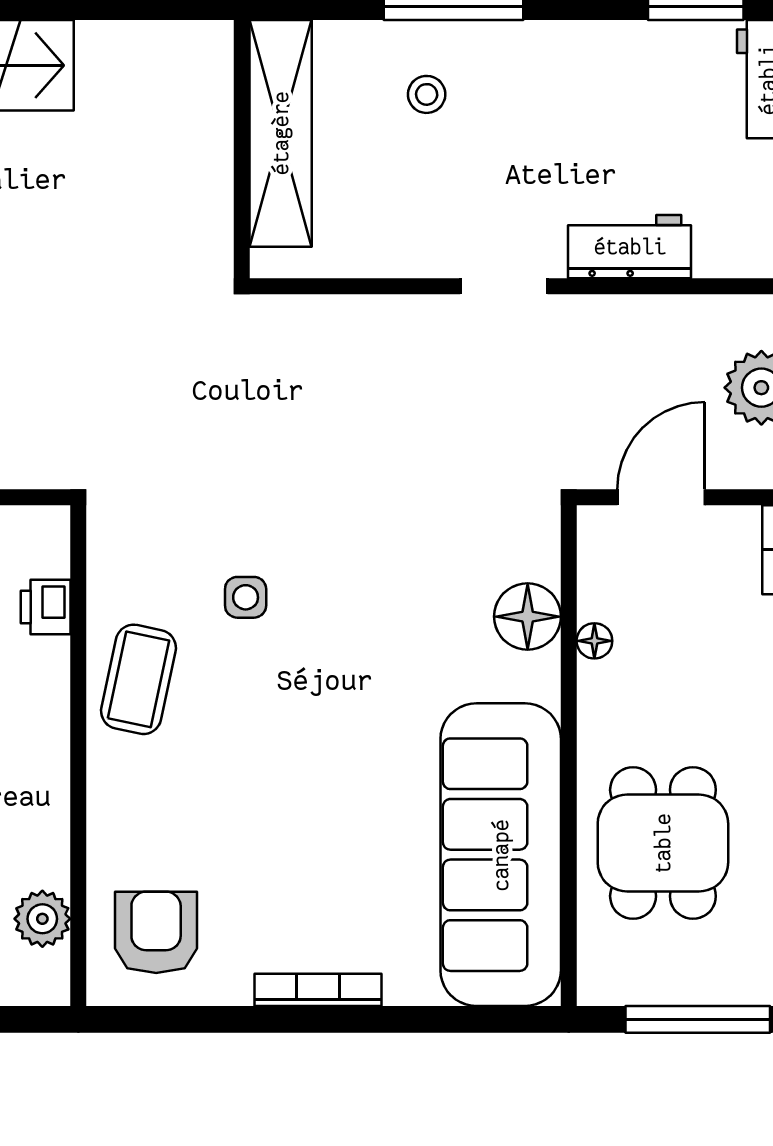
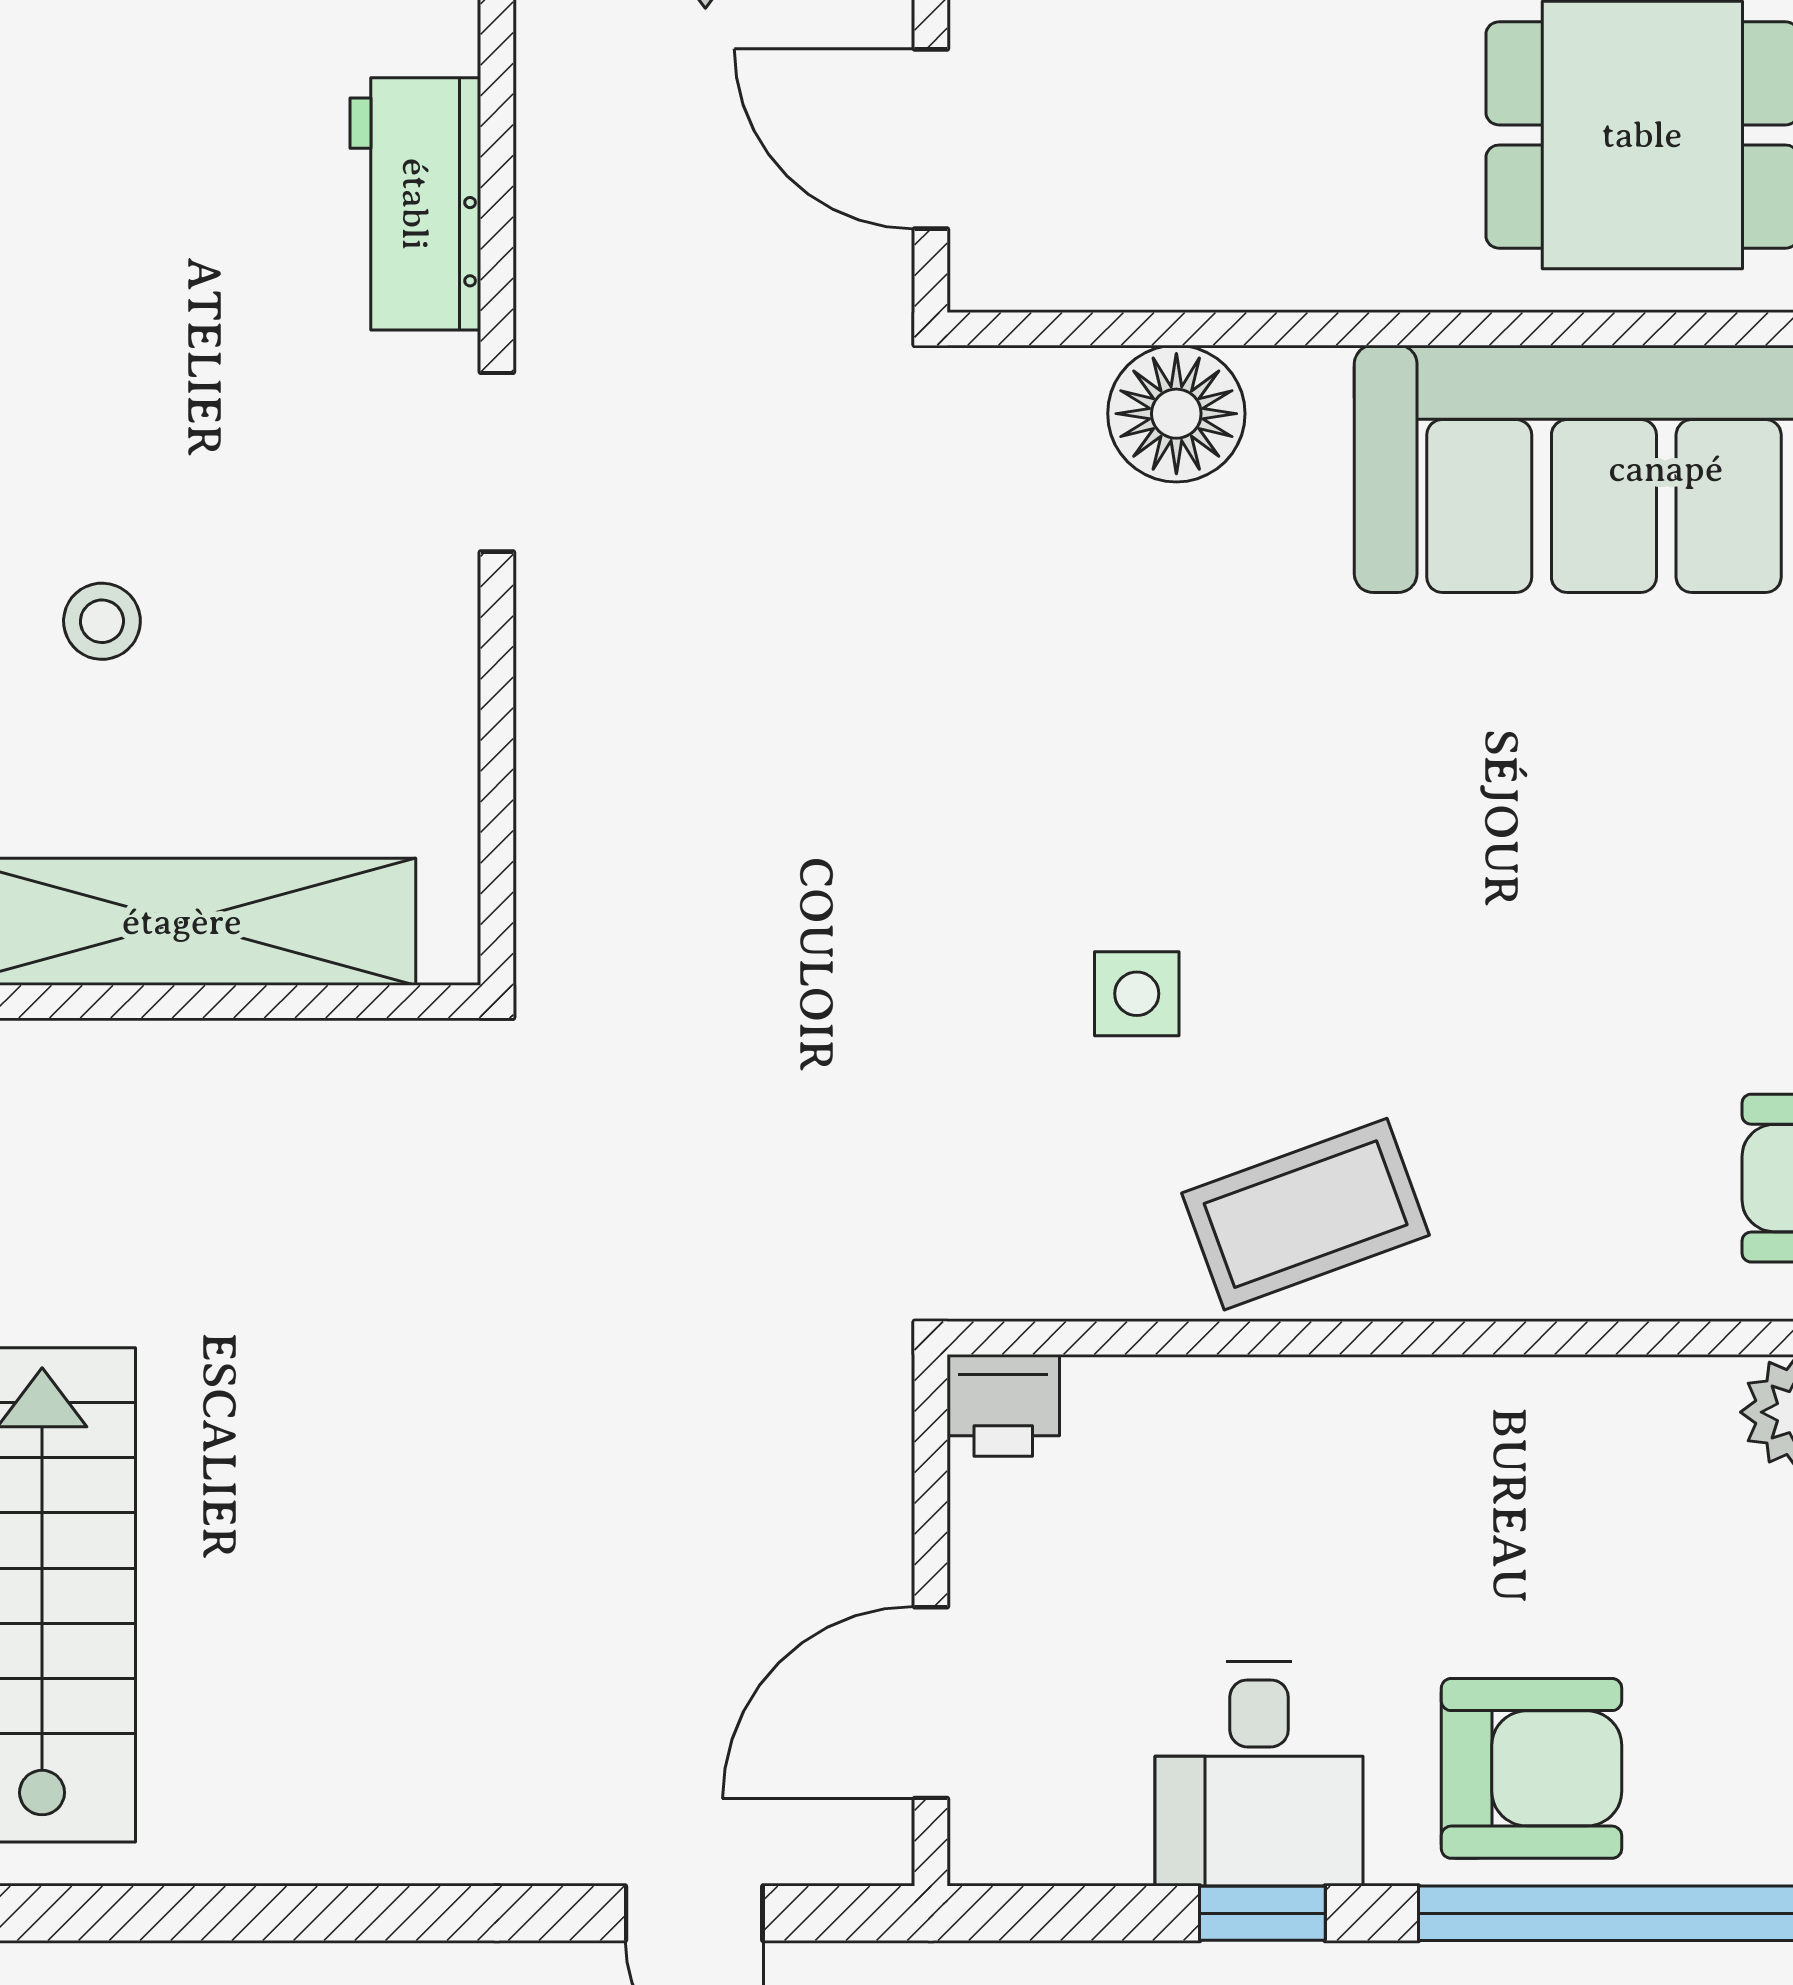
printer: (46, 607) -> (1003, 1405), moved
floor lamp: (594, 641) -> (1226, 276), removed
coffee table: (139, 679) -> (1306, 1214), turned -32

